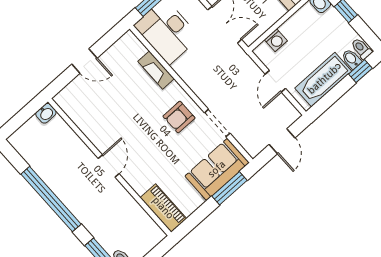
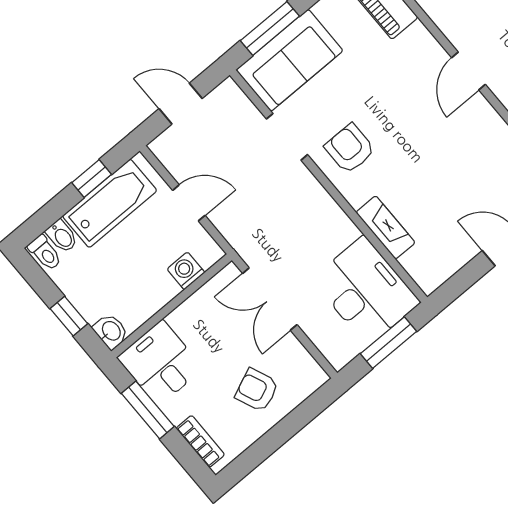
window: (360, 71) -> (92, 179), moved
door: (275, 81) -> (189, 203), hinge flipped
armchair: (179, 117) -> (350, 149), turned -90
door: (282, 141) -> (181, 104), hinge flipped

